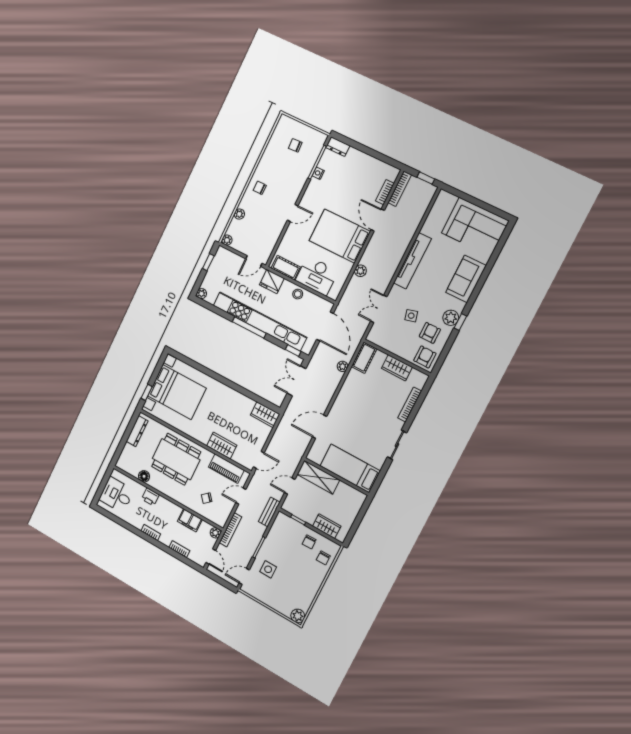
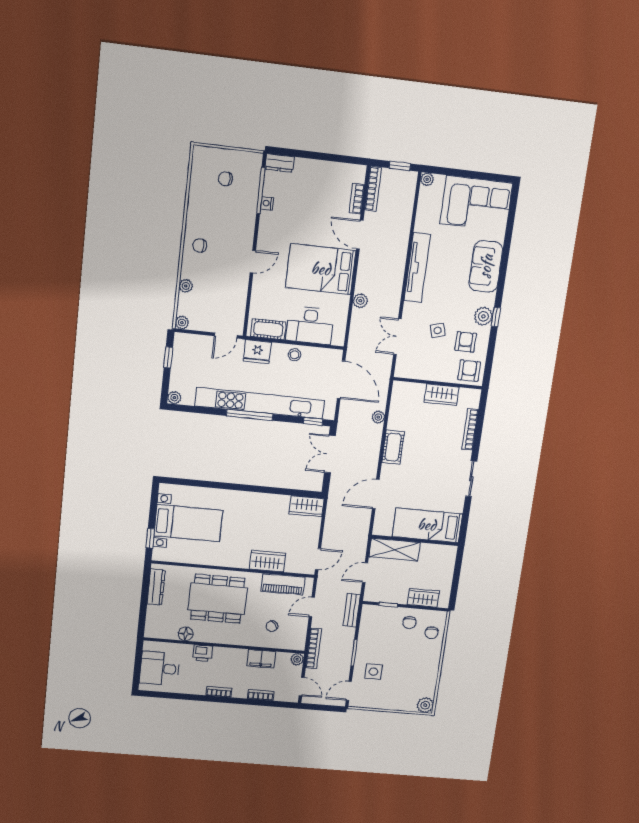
plant: (443, 195) -> (427, 179), added
cot: (364, 358) -> (393, 447), moved
bed with nightstands: (177, 392) -> (188, 523), width x0.73

